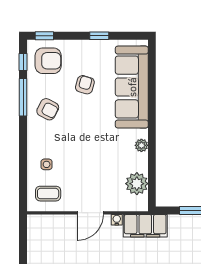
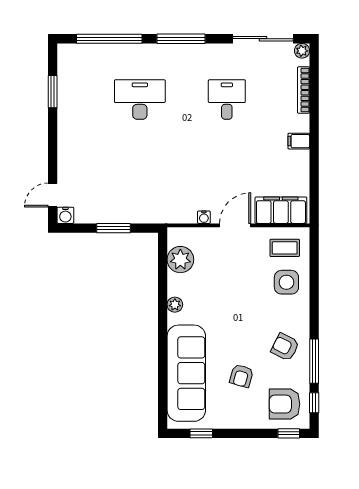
window: (99, 36) -> (201, 433), moved
side table: (47, 164) -> (286, 282), width x1.87, depth x1.87
filing cabinet: (145, 226) -> (281, 210), moved

